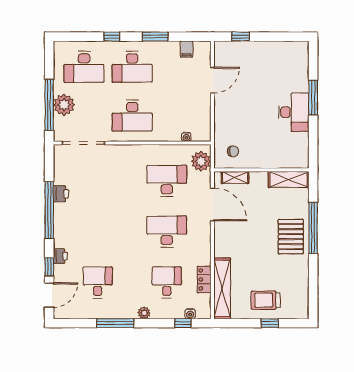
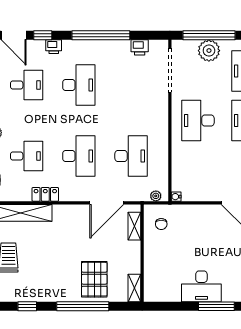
water cooler: (186, 137) -> (176, 197), moved
plant: (201, 161) -> (156, 196), width x0.53, depth x0.53
shelving: (289, 179) -> (134, 288), width x0.67, depth x0.75
printer: (61, 194) -> (140, 47), moved
desk: (98, 232) -> (79, 85), added
pallet: (291, 237) -> (94, 279), moved, turned 90
locker: (204, 279) -> (45, 194), moved
window: (313, 282) -> (27, 306), added

